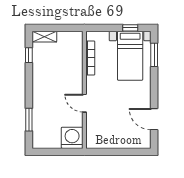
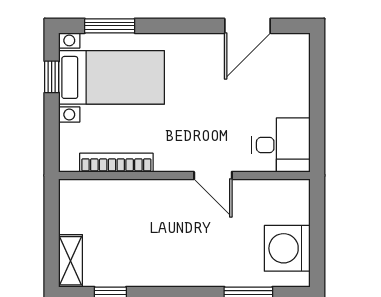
door: (84, 103) -> (213, 175), hinge flipped
desk: (99, 135) -> (281, 145), added
washing machine: (72, 138) -> (287, 248), moved

